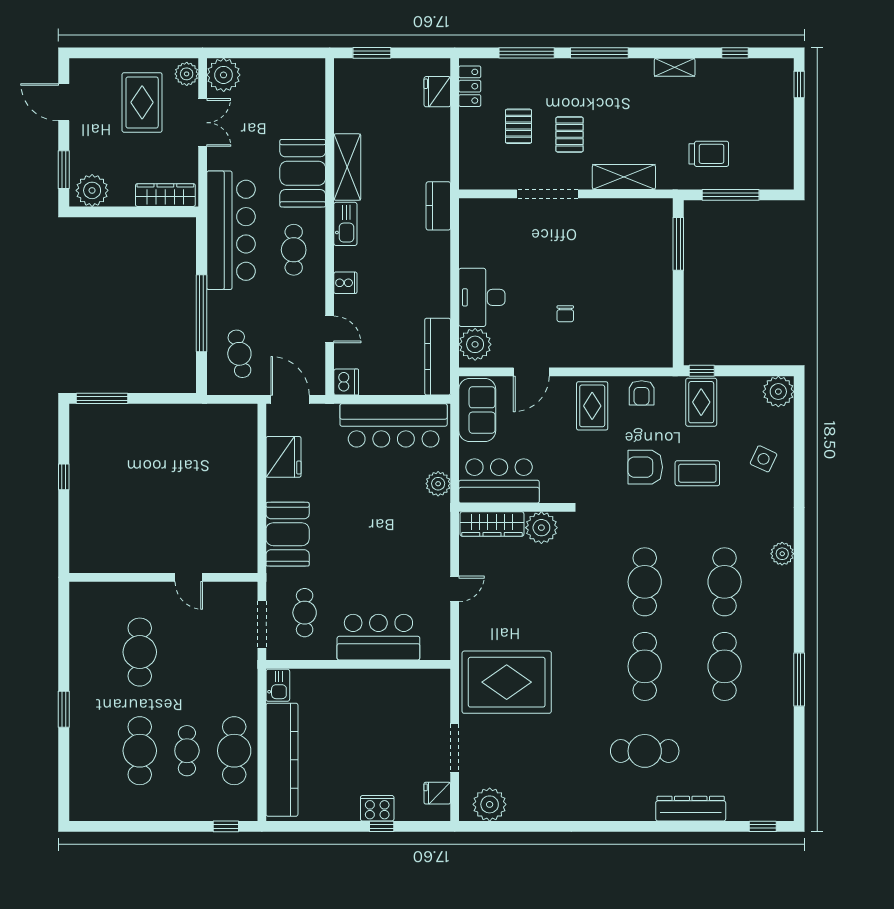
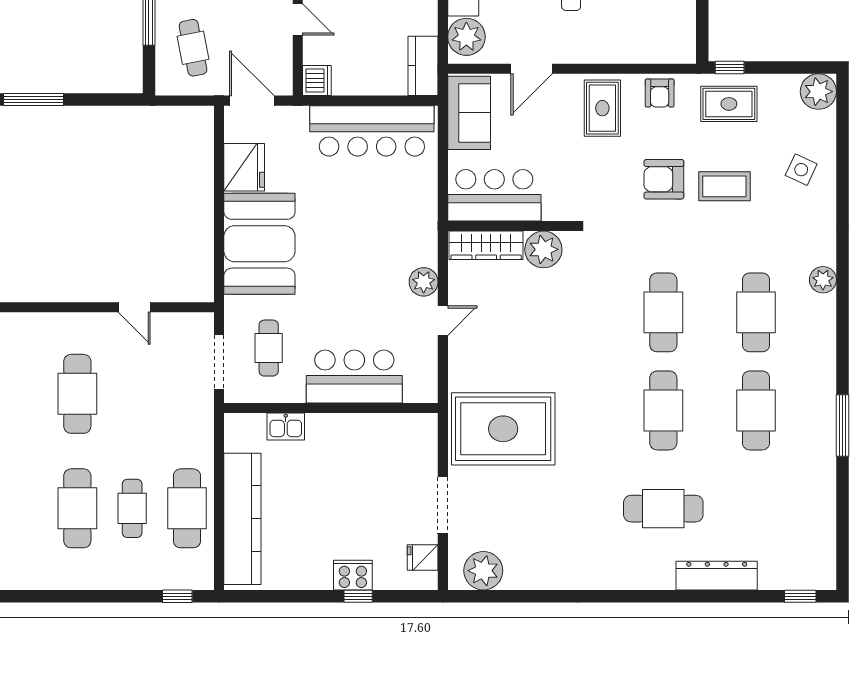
kitchen counter: (438, 357) -> (423, 66), width x0.67
rug: (701, 402) -> (729, 104), turned 90
plant: (438, 484) -> (424, 282), moved
booth: (288, 534) -> (259, 244), width x1.36, depth x1.42
kitchen sink: (278, 685) -> (286, 427), moved, turned 90

